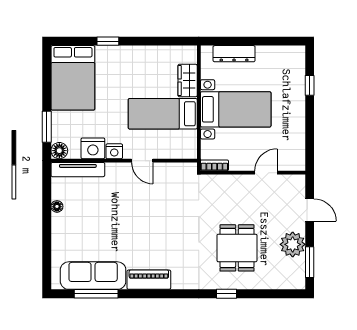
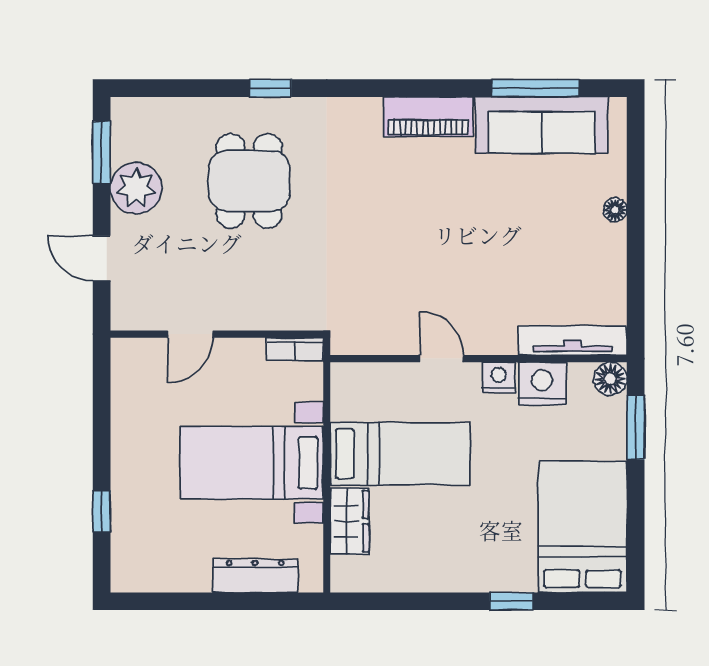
floor lamp: (57, 206) -> (615, 210), moved

